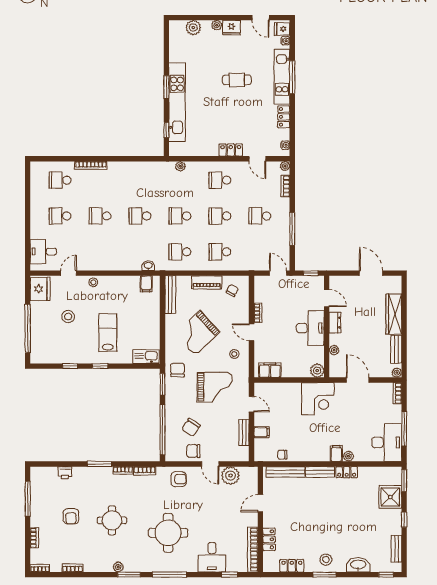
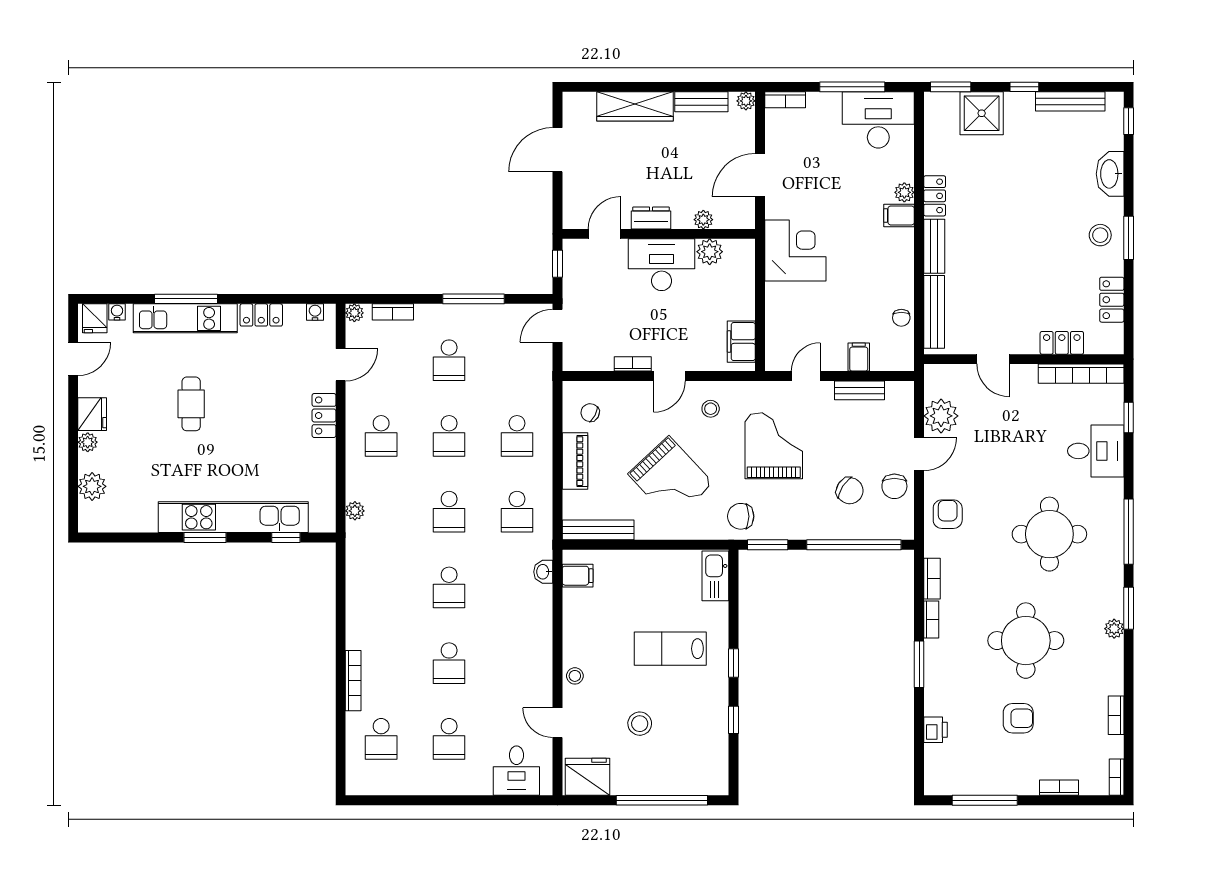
plant: (317, 371) -> (710, 252), moved
round table: (112, 520) -> (1026, 641), width x1.36, depth x1.36
bench: (396, 549) -> (1070, 101), width x1.36

